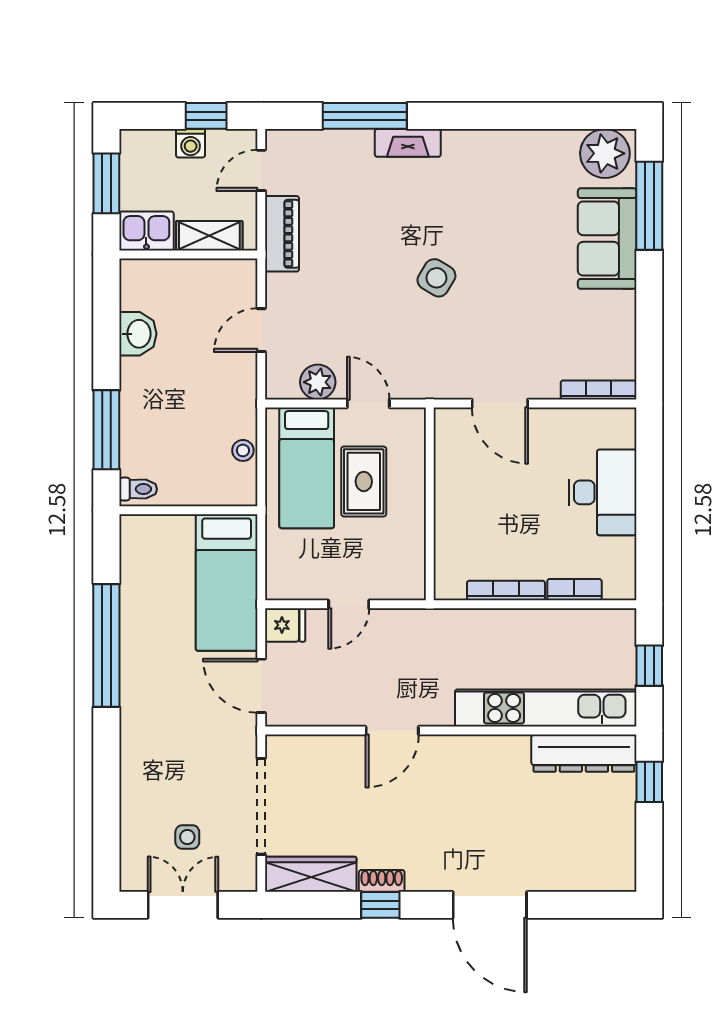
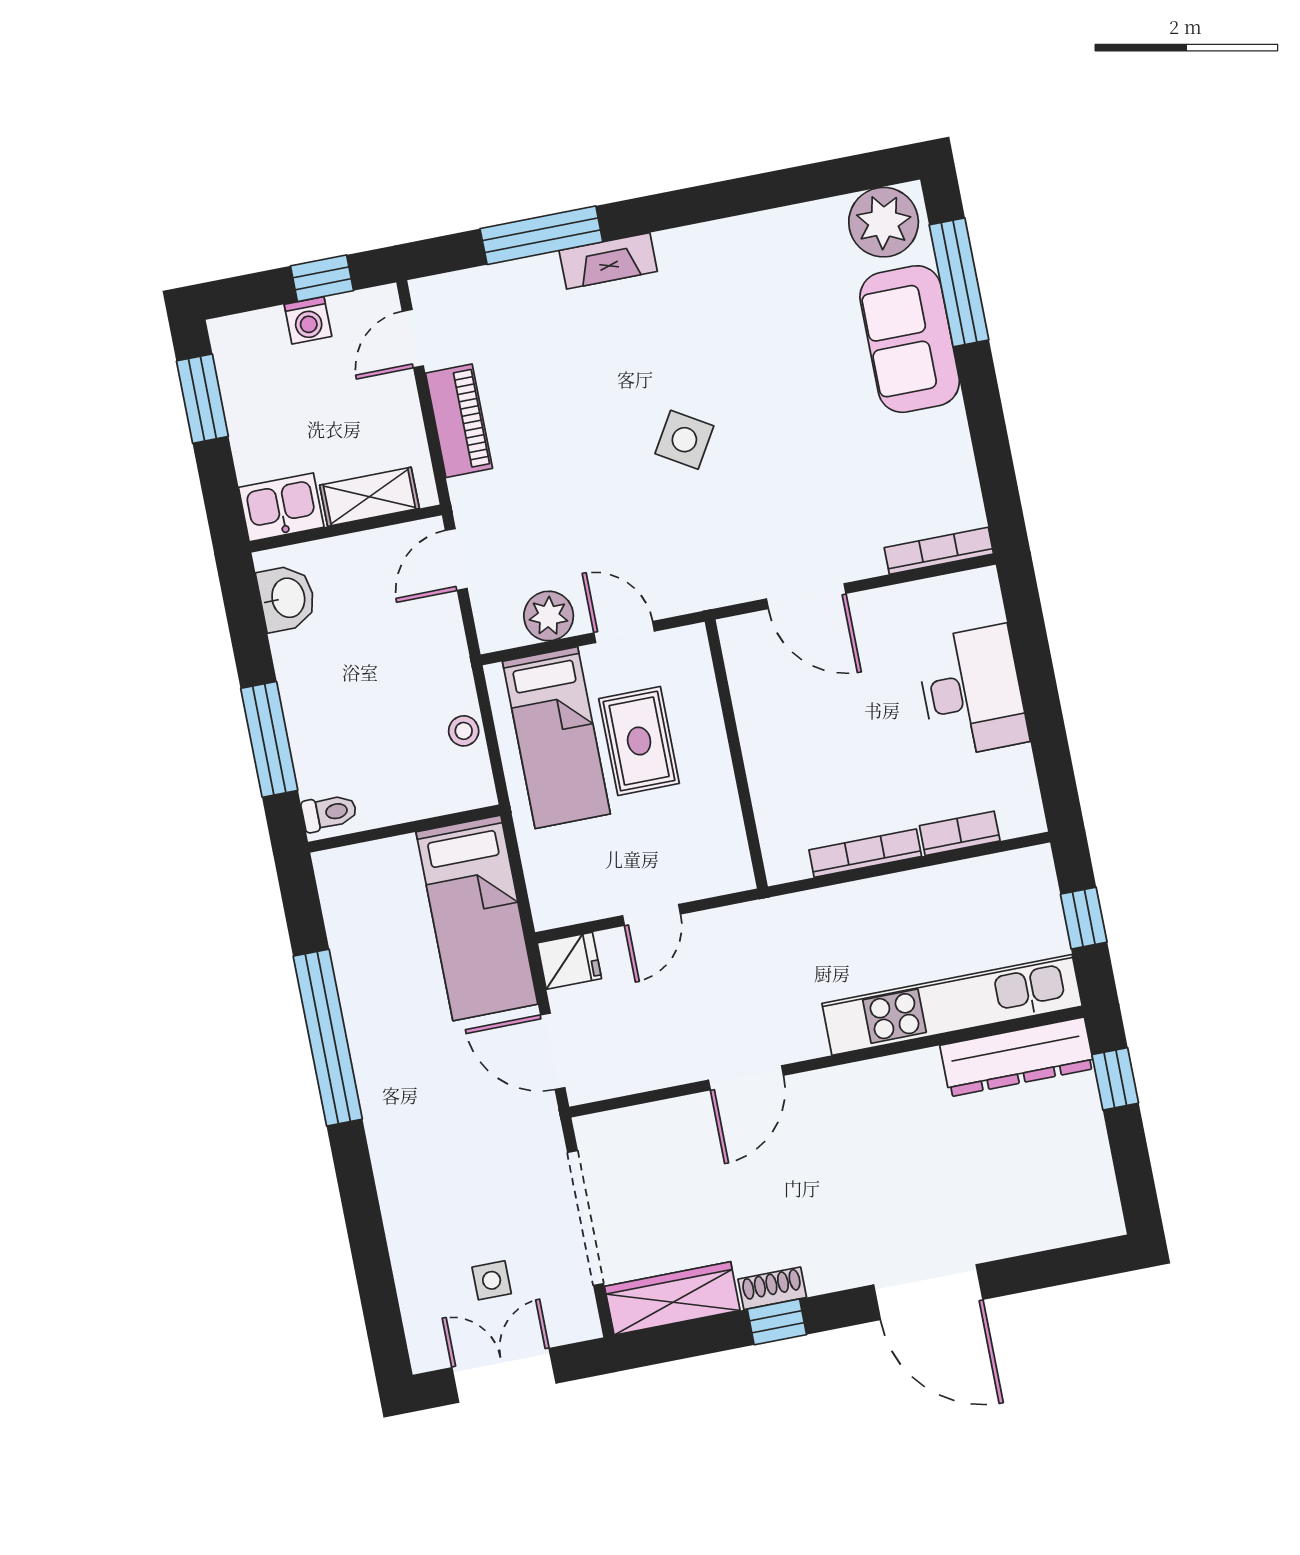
kitchen sink: (146, 231) -> (281, 507), moved
shelving: (209, 236) -> (369, 497), moved
wall: (188, 254) -> (346, 528), moved

